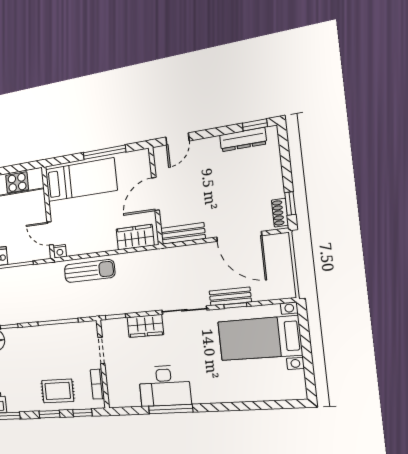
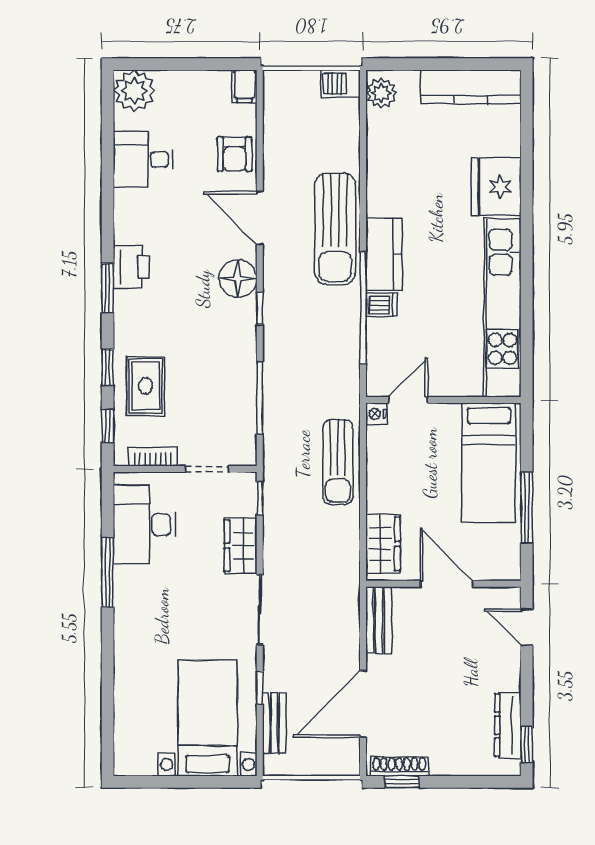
shoe rack: (280, 213) -> (399, 766), width x1.43
bench: (230, 296) -> (274, 723), moved
desk: (164, 386) -> (144, 525), moved

